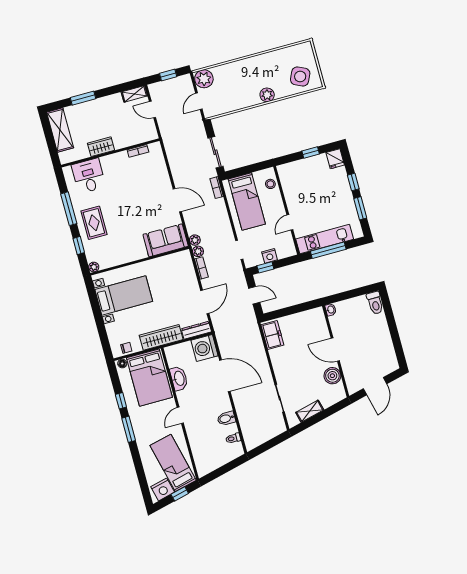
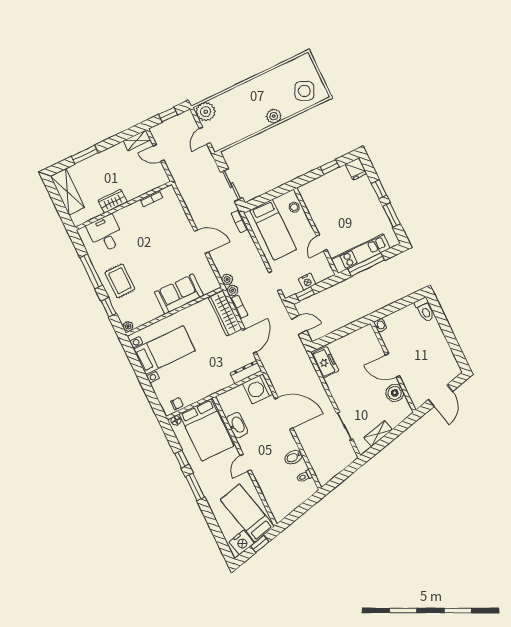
sofa: (166, 240) -> (179, 294), moved
wardrobe: (161, 337) -> (225, 313), moved, turned -90

